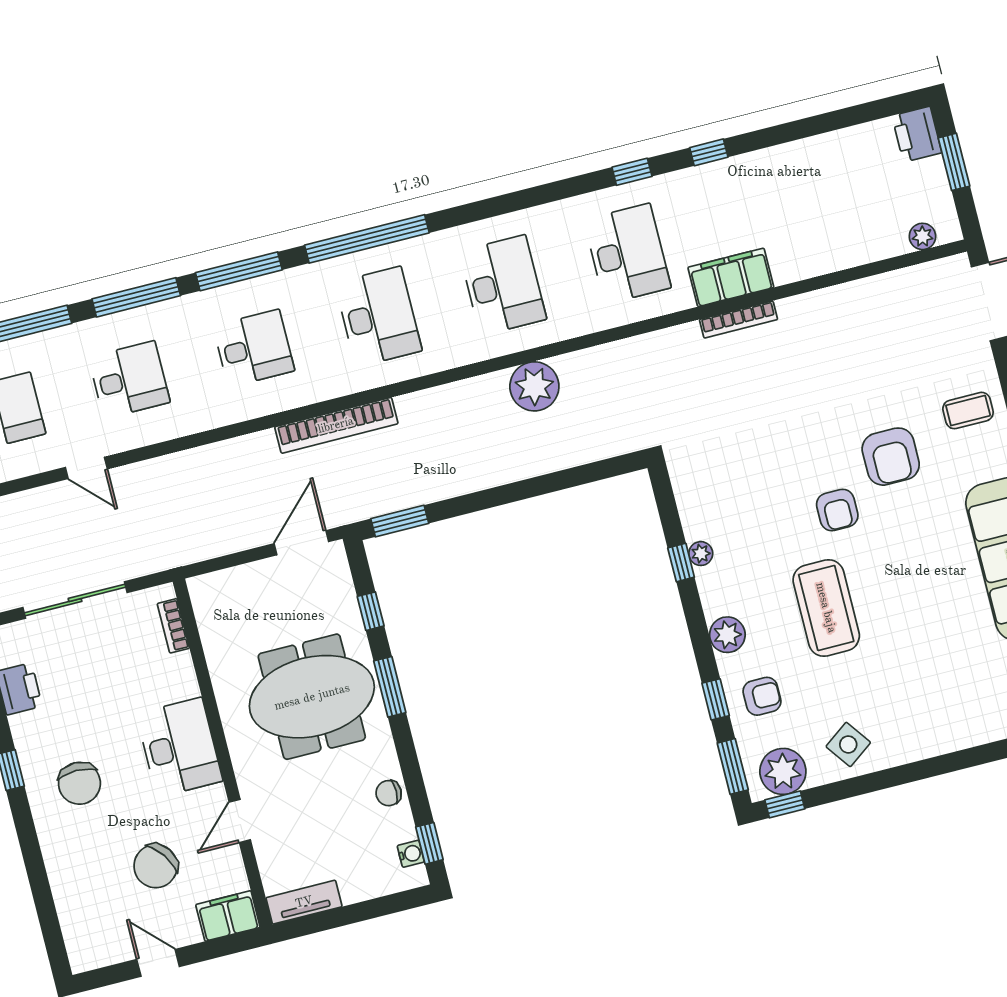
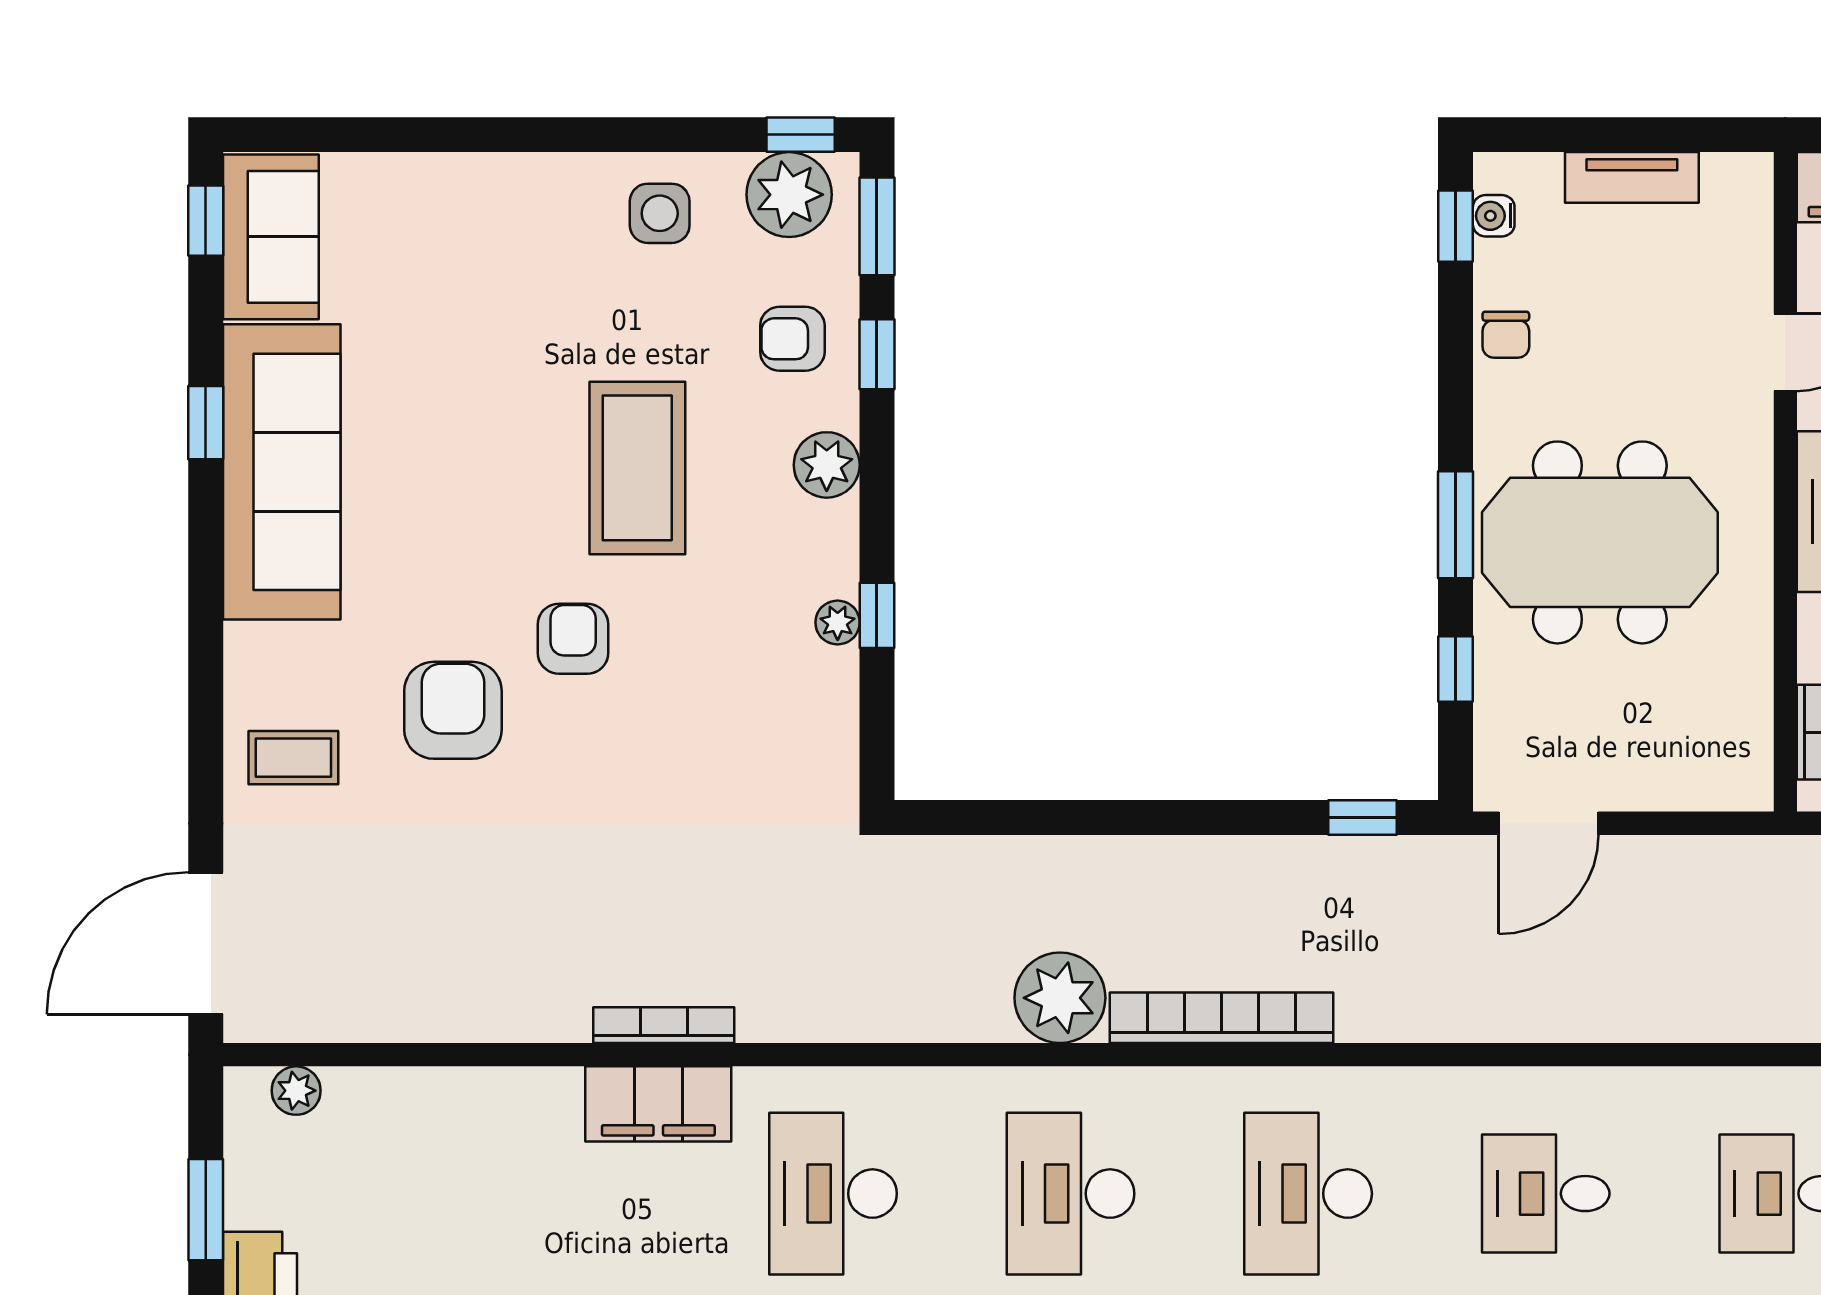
bookcase: (336, 425) -> (1221, 1018), moved
window: (400, 521) -> (1362, 817), width x0.67
side table: (848, 744) -> (660, 213), turned 36
chair: (389, 793) -> (1506, 335), turned 90
tv unit: (304, 902) -> (1632, 177), moved

